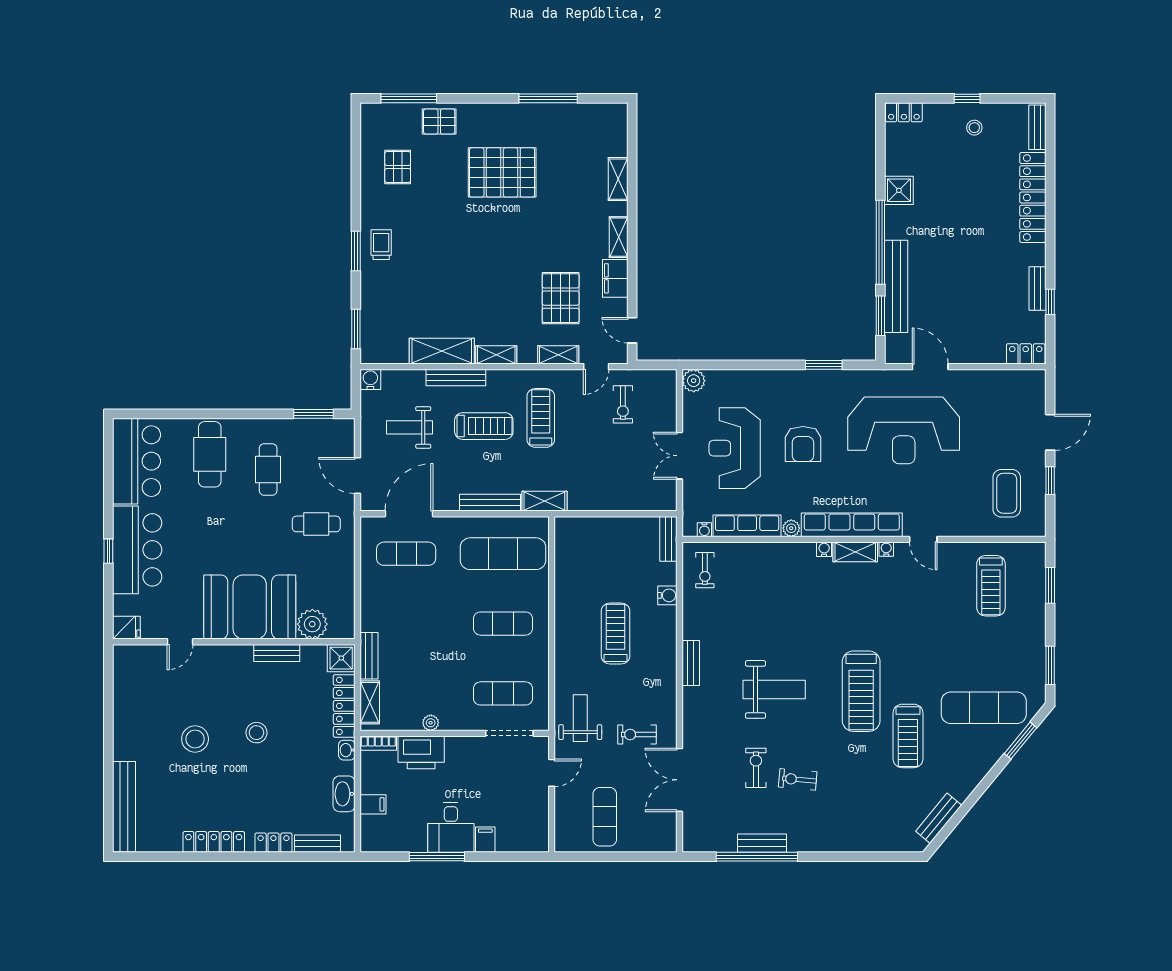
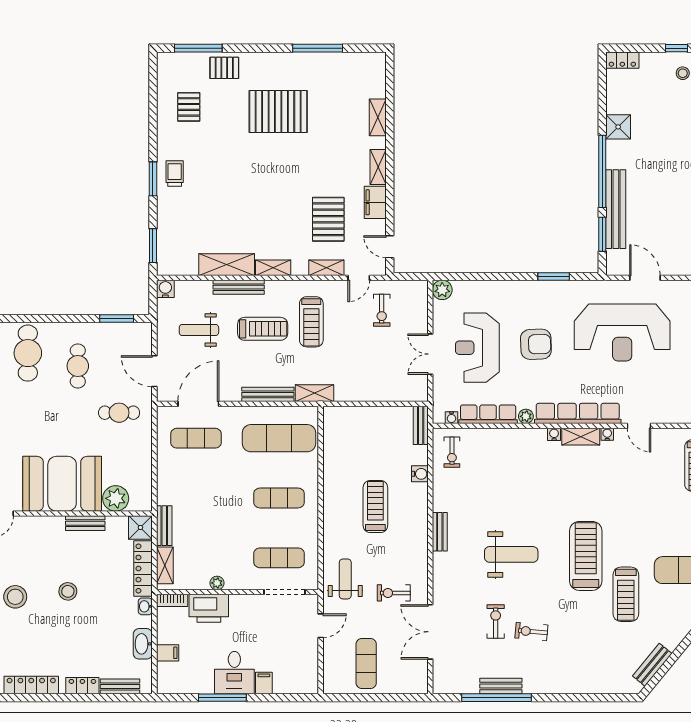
treadmill: (541, 418) -> (311, 322), turned 180
armchair: (803, 444) -> (536, 344), turned -92
treadmill: (861, 691) -> (586, 556), turned 180

